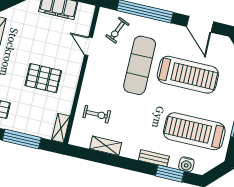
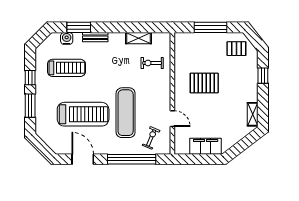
treadmill: (188, 75) -> (83, 114), turned 180
shelving: (61, 128) -> (180, 44), removed
treadmill: (194, 131) -> (66, 68), width x0.73, depth x0.73

